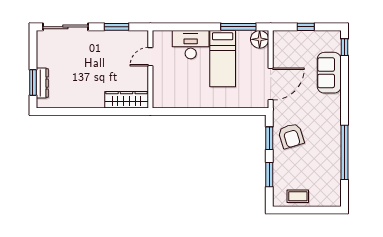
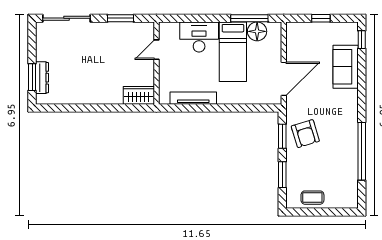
floor lamp: (260, 39) -> (257, 31), moved
wardrobe: (127, 100) -> (139, 95), width x0.67
tv unit: (185, 102) -> (193, 98), added

